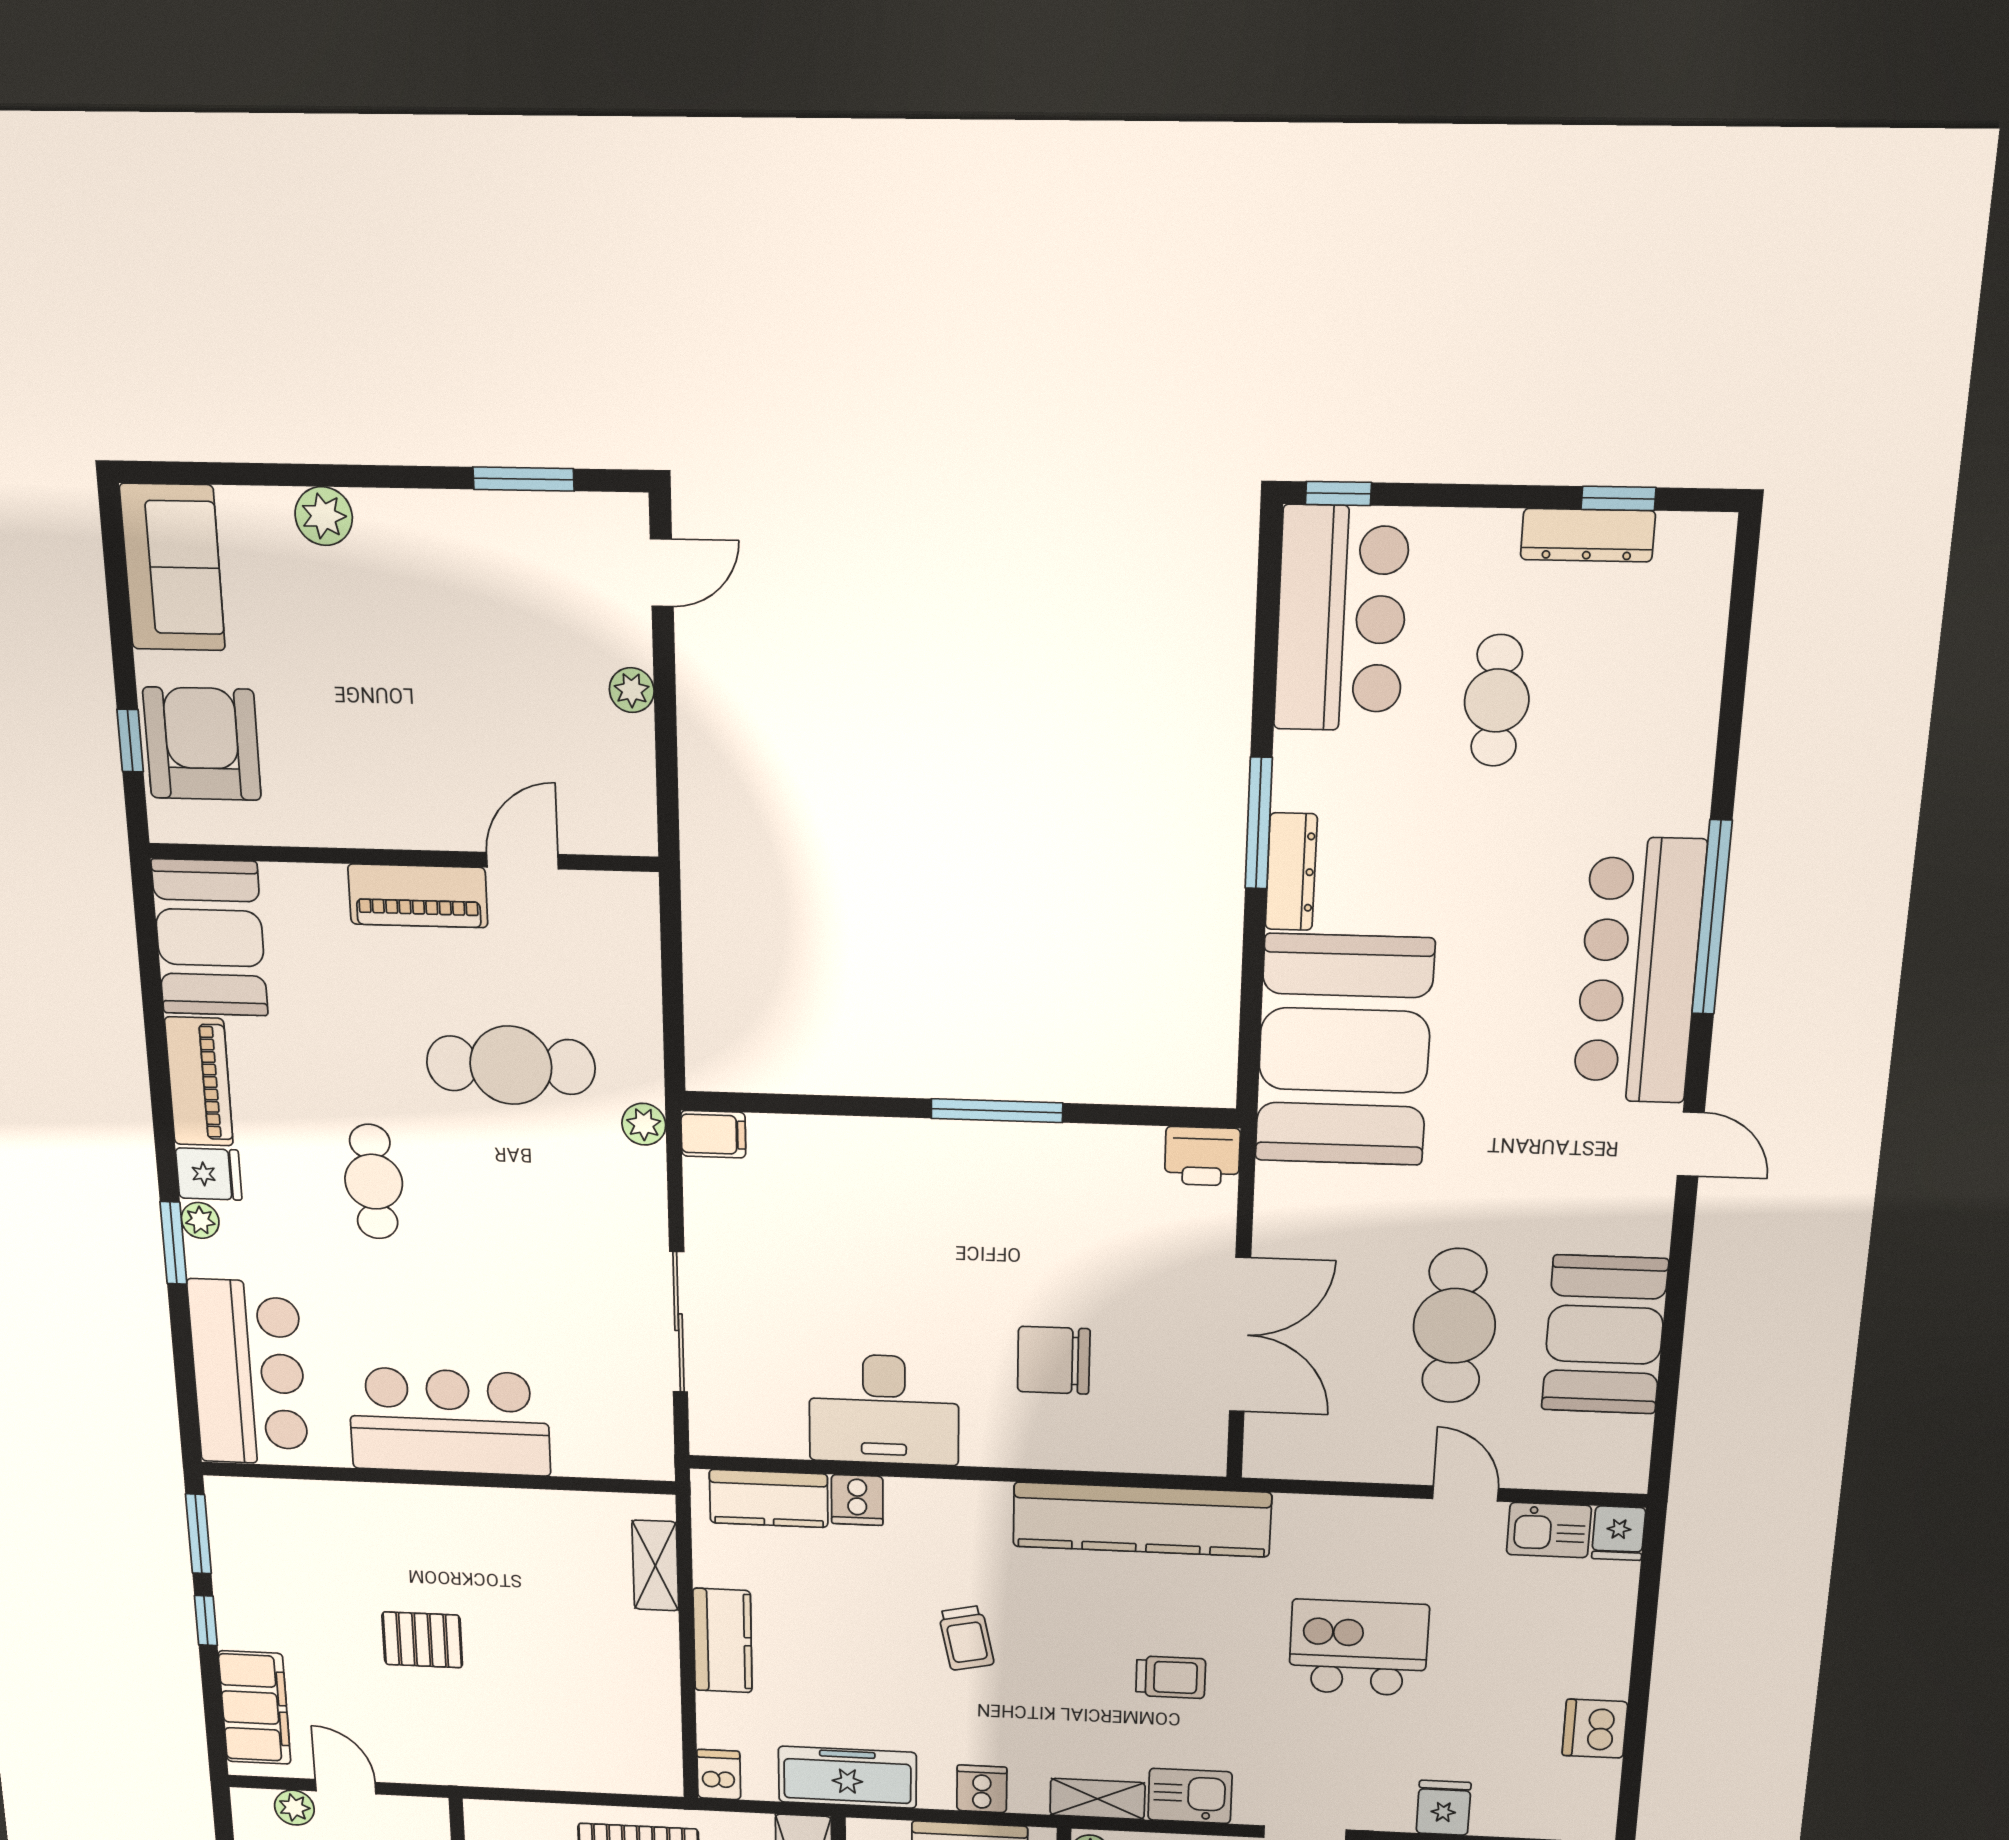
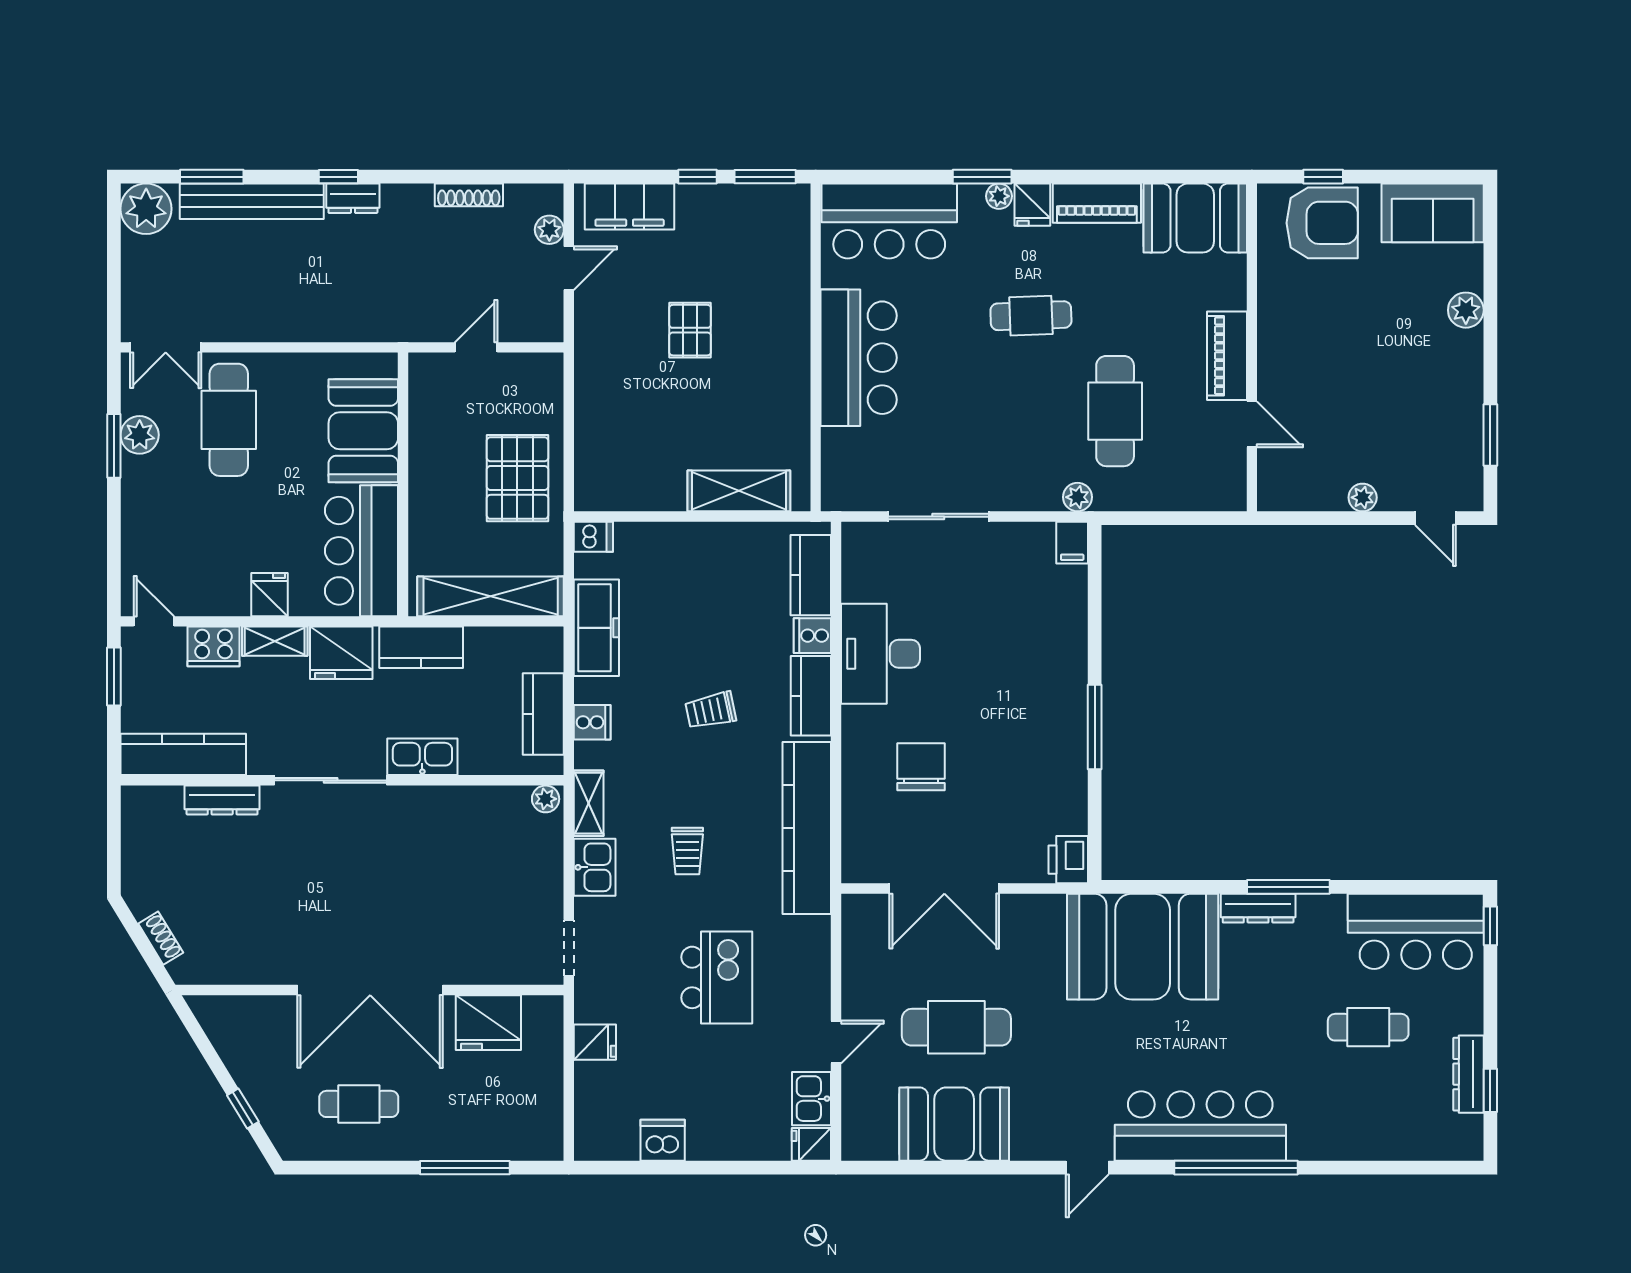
shelving: (655, 1566) -> (739, 491), width x1.50, depth x1.33
kitchen counter: (723, 1641) -> (811, 696), moved, turned 90

